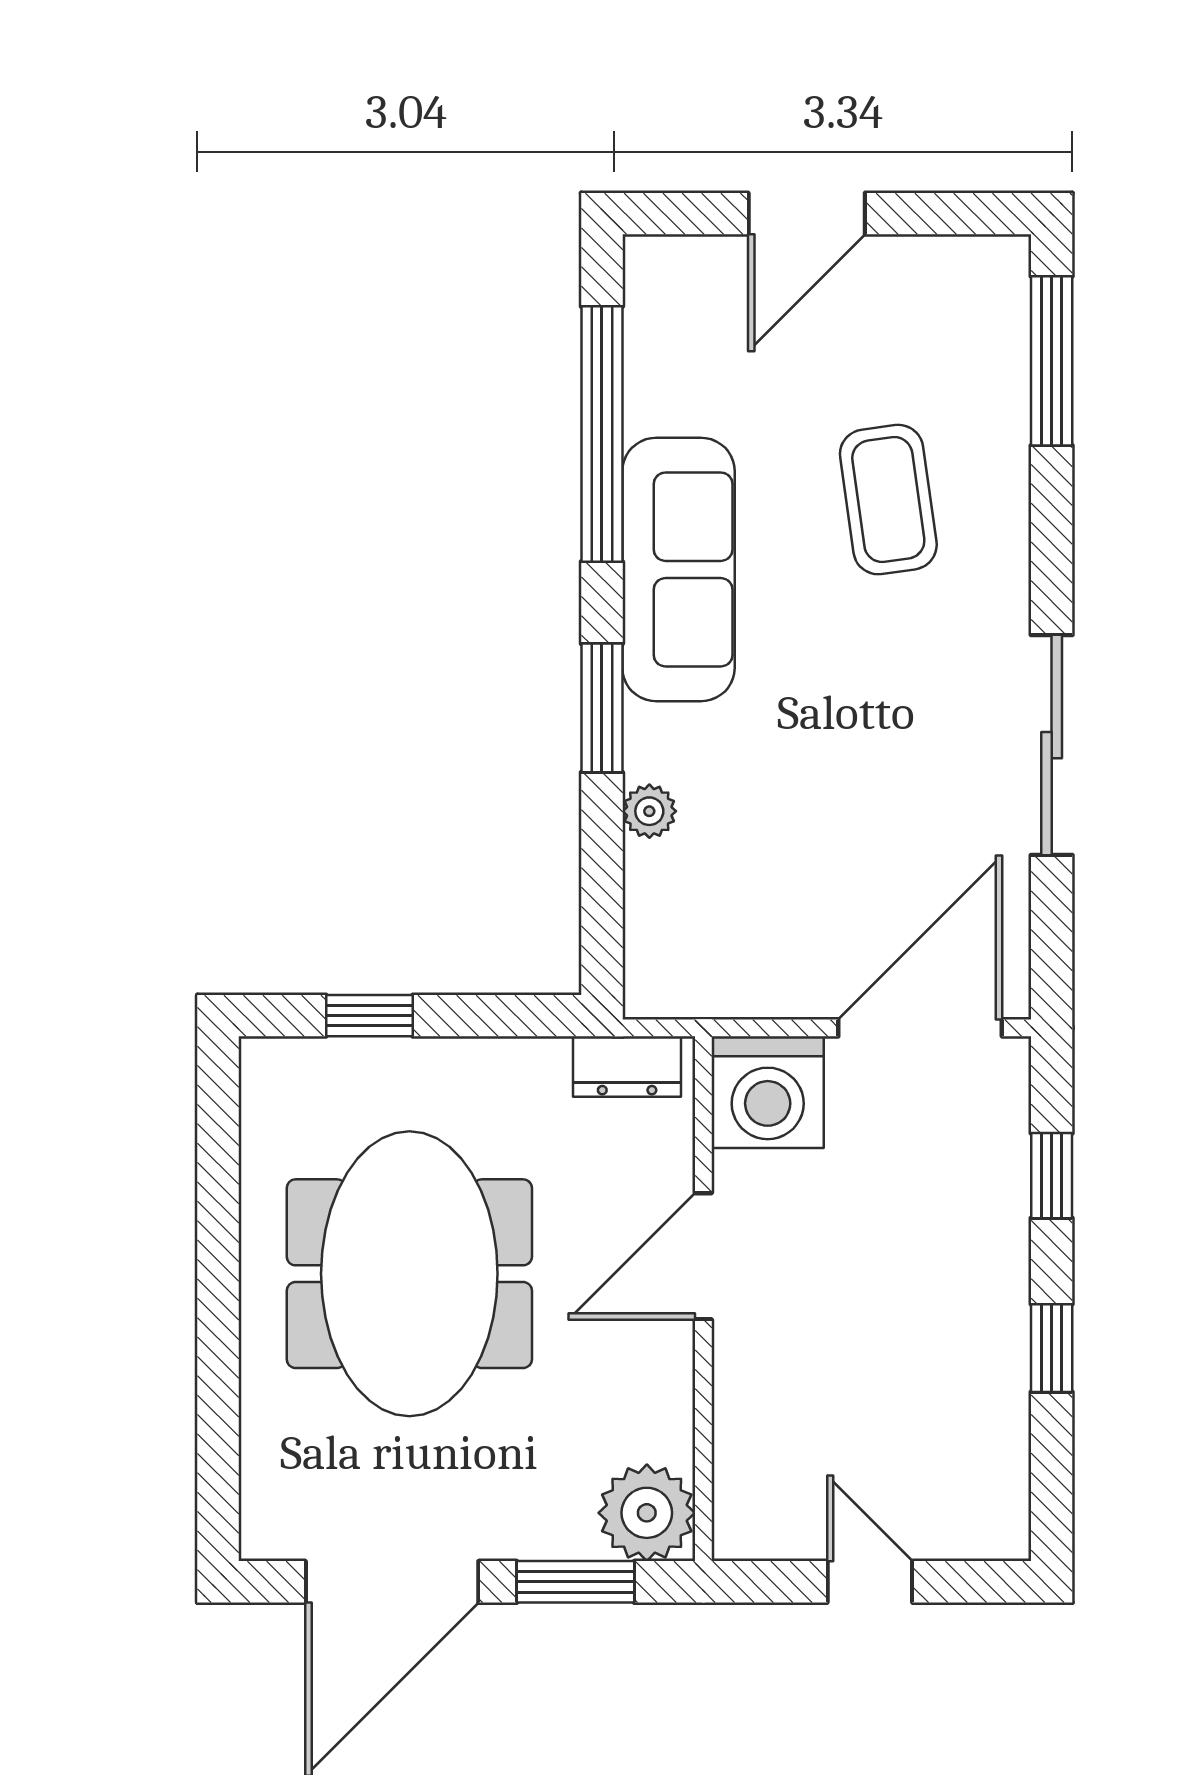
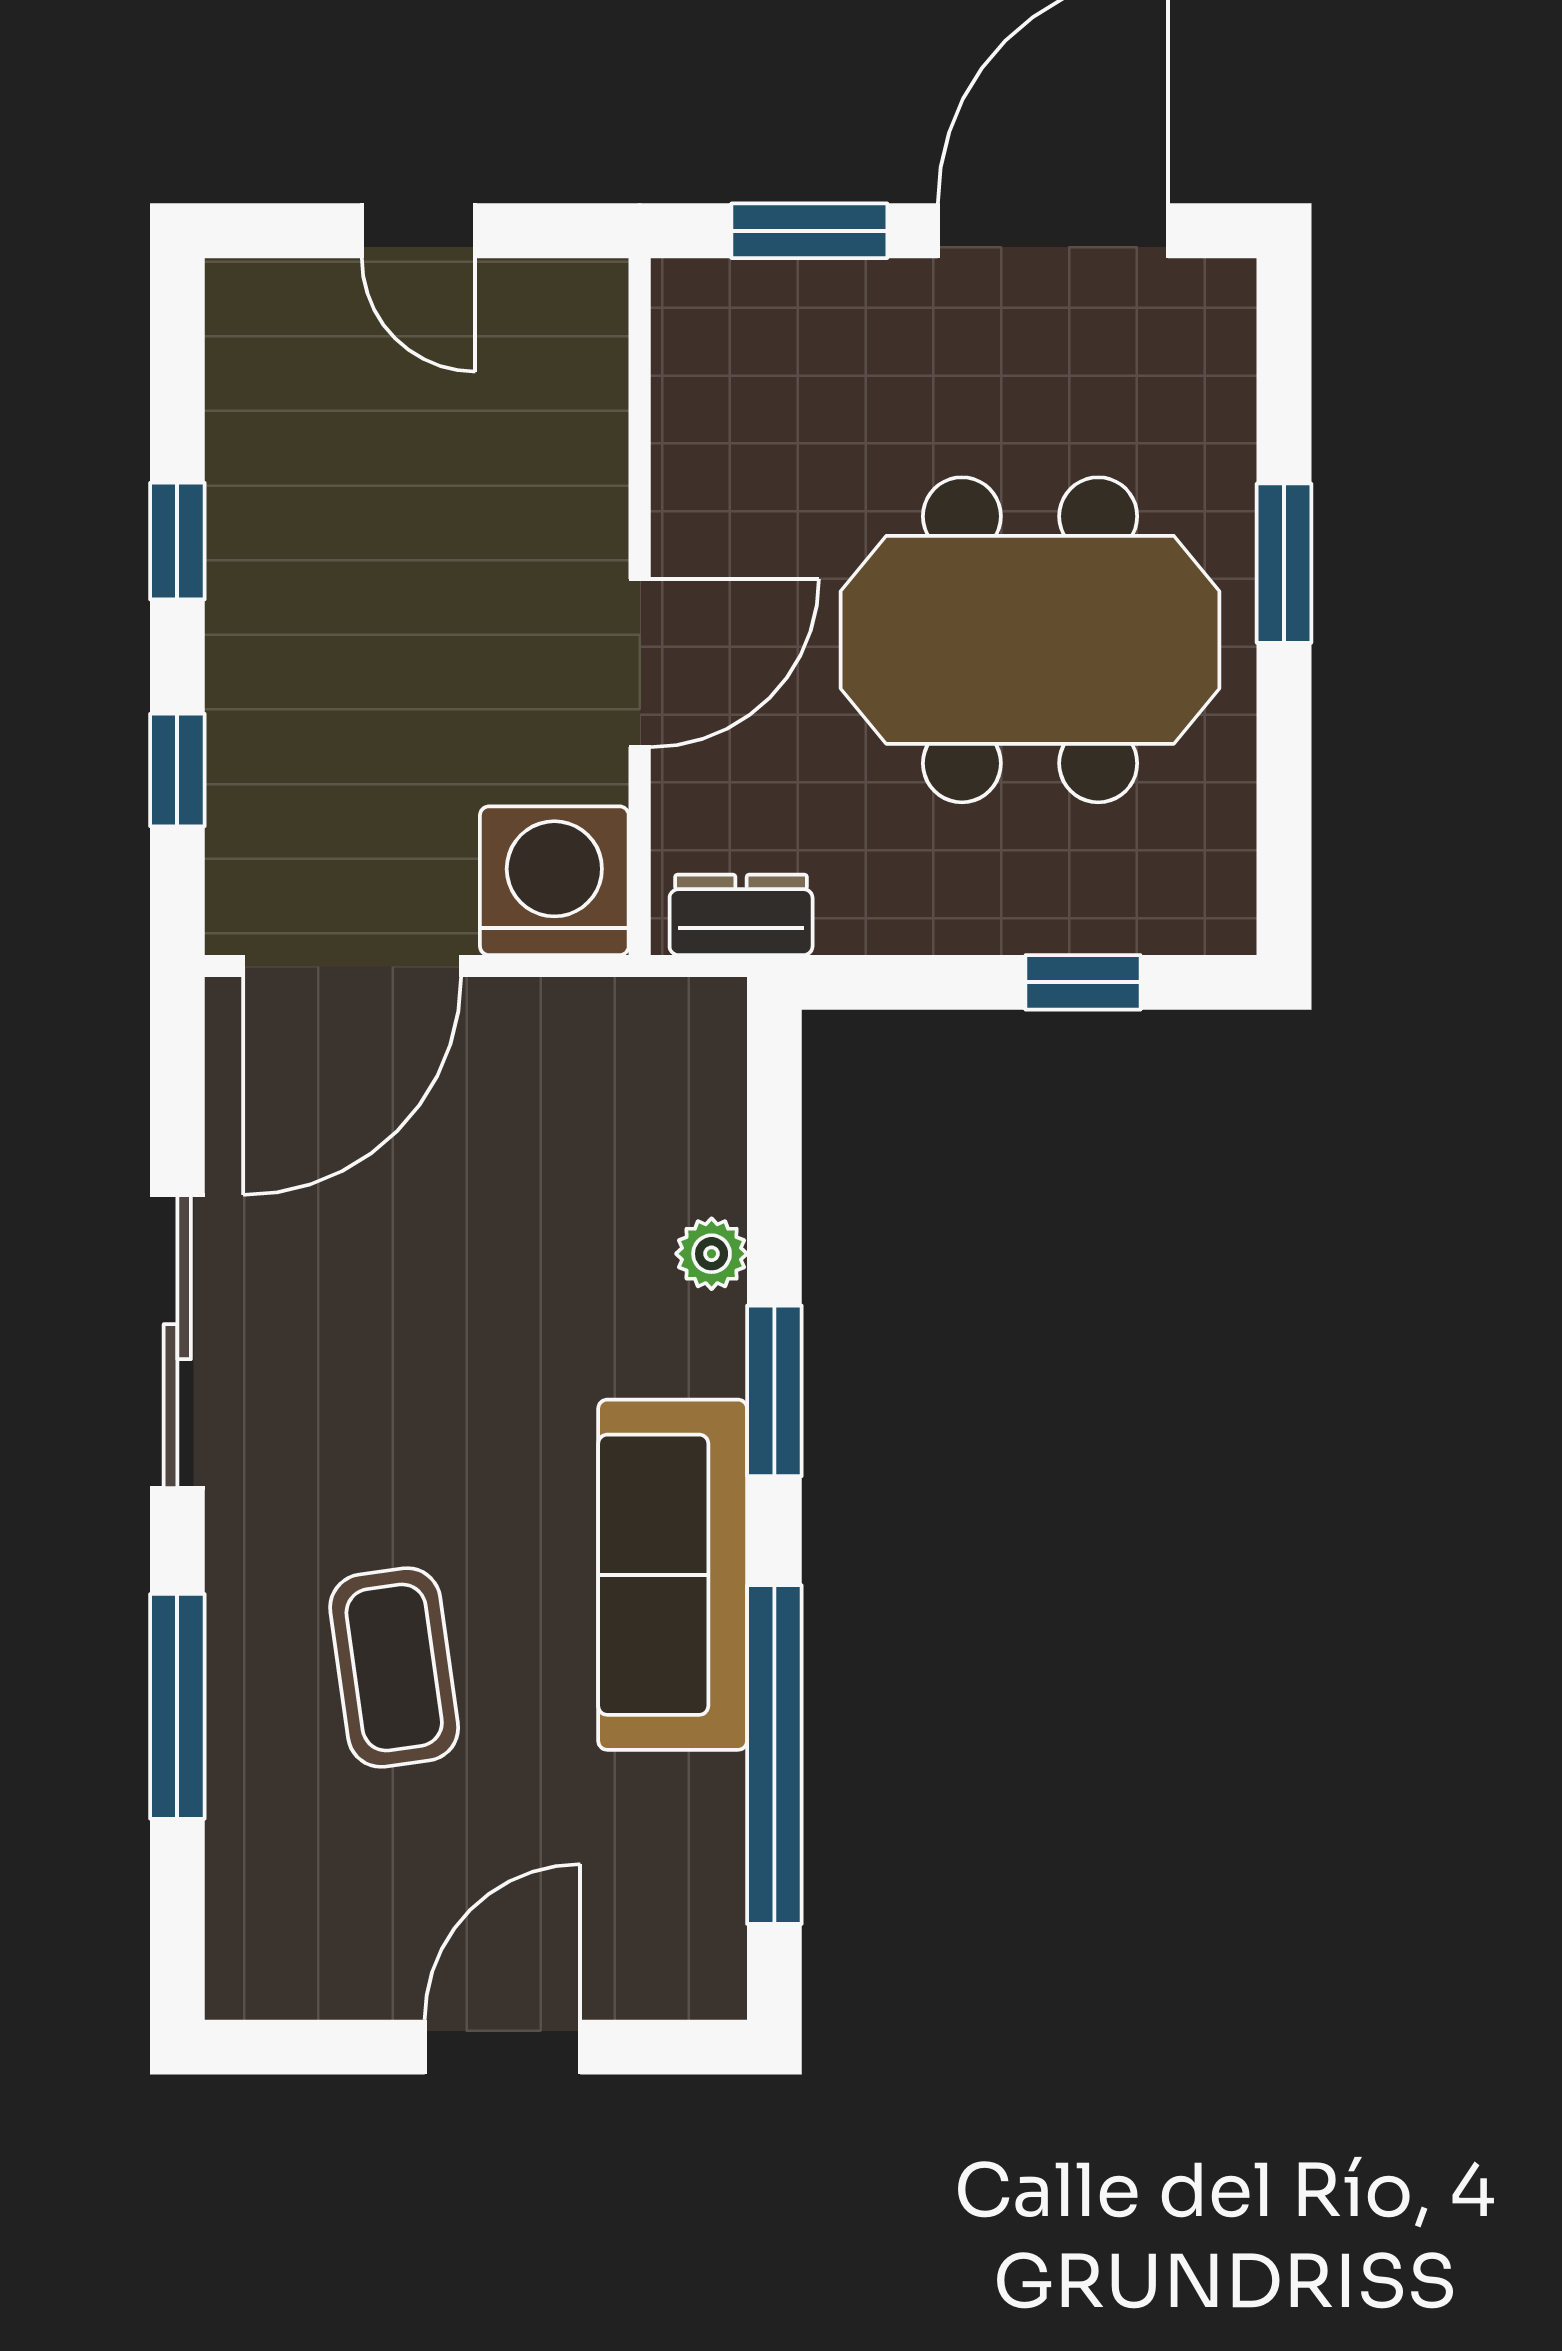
window: (1052, 361) -> (177, 1706), moved
meeting table: (409, 1274) -> (1030, 640), turned 90
window: (218, 1331) -> (1284, 563), added
plant: (647, 1513) -> (715, 322), removed

